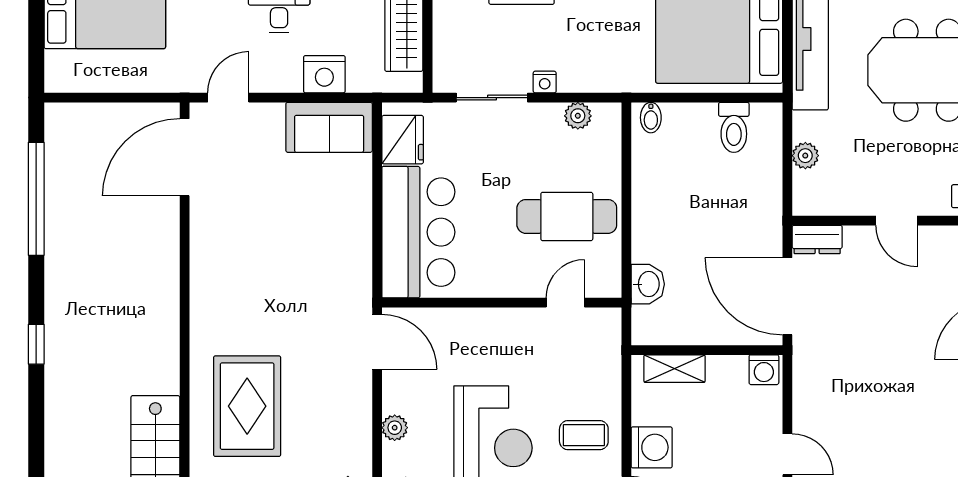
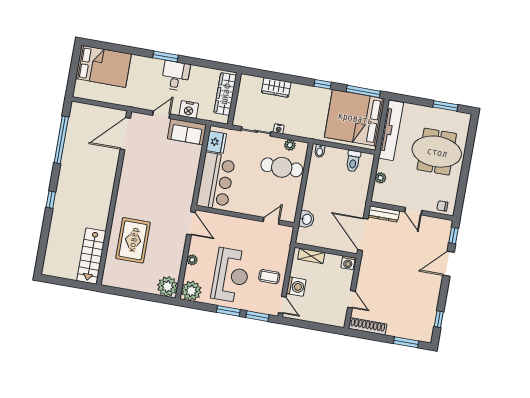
door: (228, 98) -> (161, 115), moved
cafe table: (567, 216) -> (282, 167), moved
dresser: (817, 239) -> (384, 214), width x1.44

